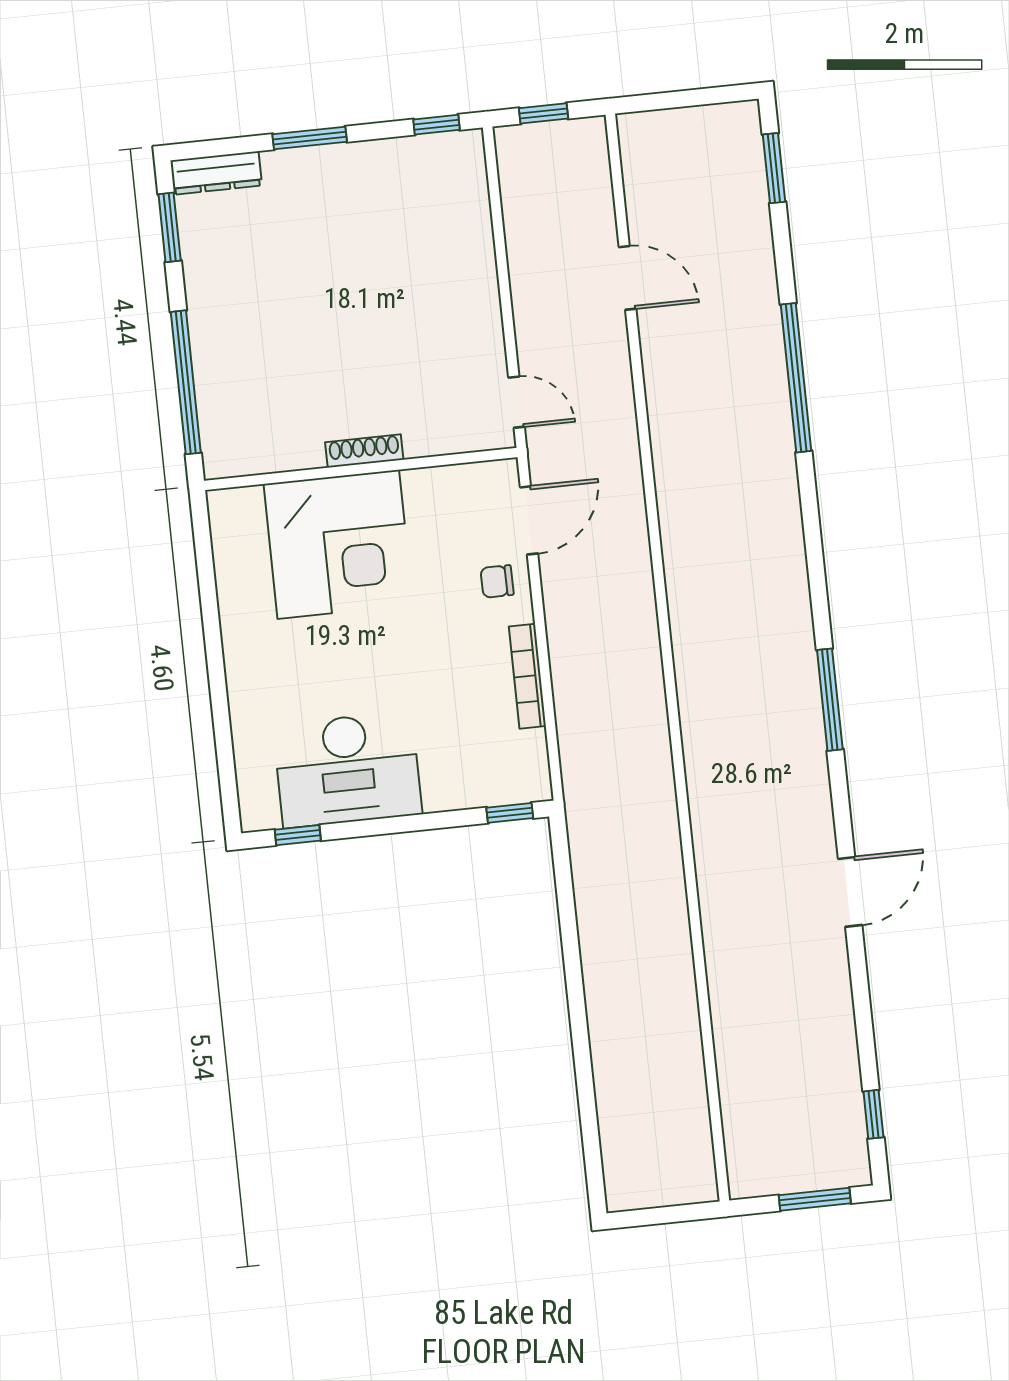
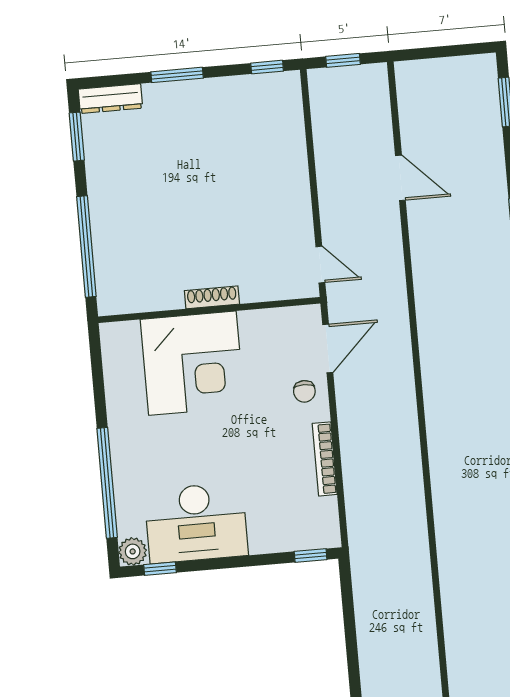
chair: (497, 581) -> (304, 391), turned -90
window: (221, 715) -> (107, 483), added
plant: (259, 812) -> (133, 551), added

